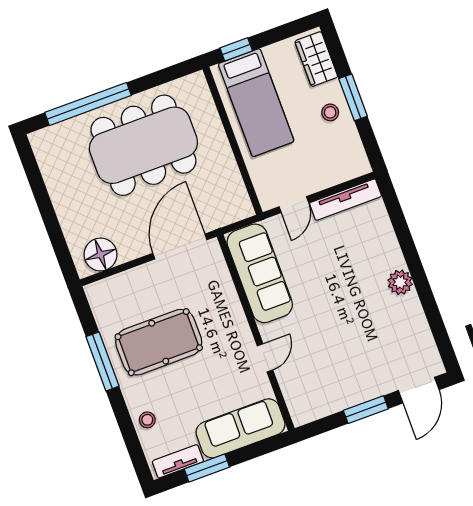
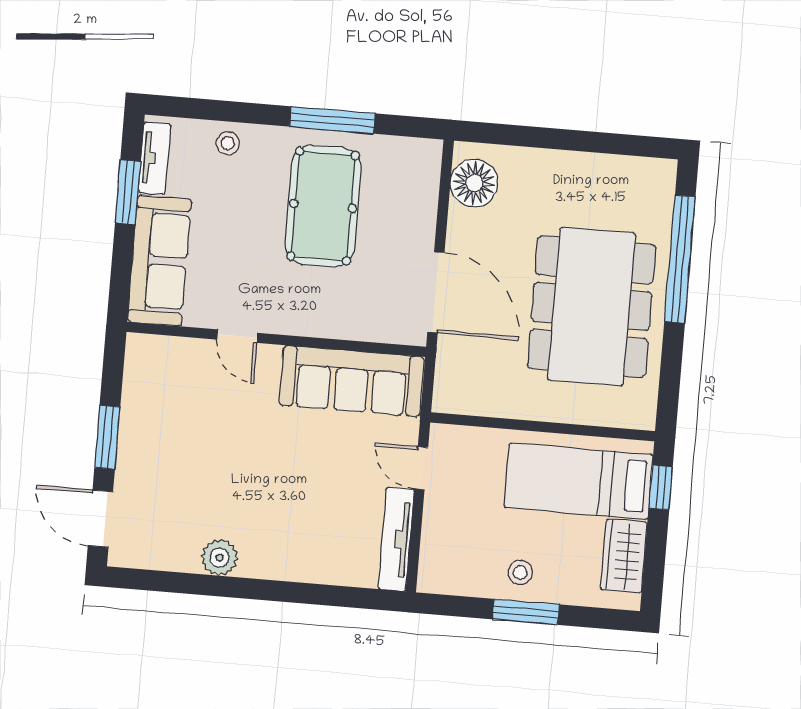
wardrobe: (316, 59) -> (624, 556), moved, turned -90
plant: (400, 282) -> (220, 558), moved

